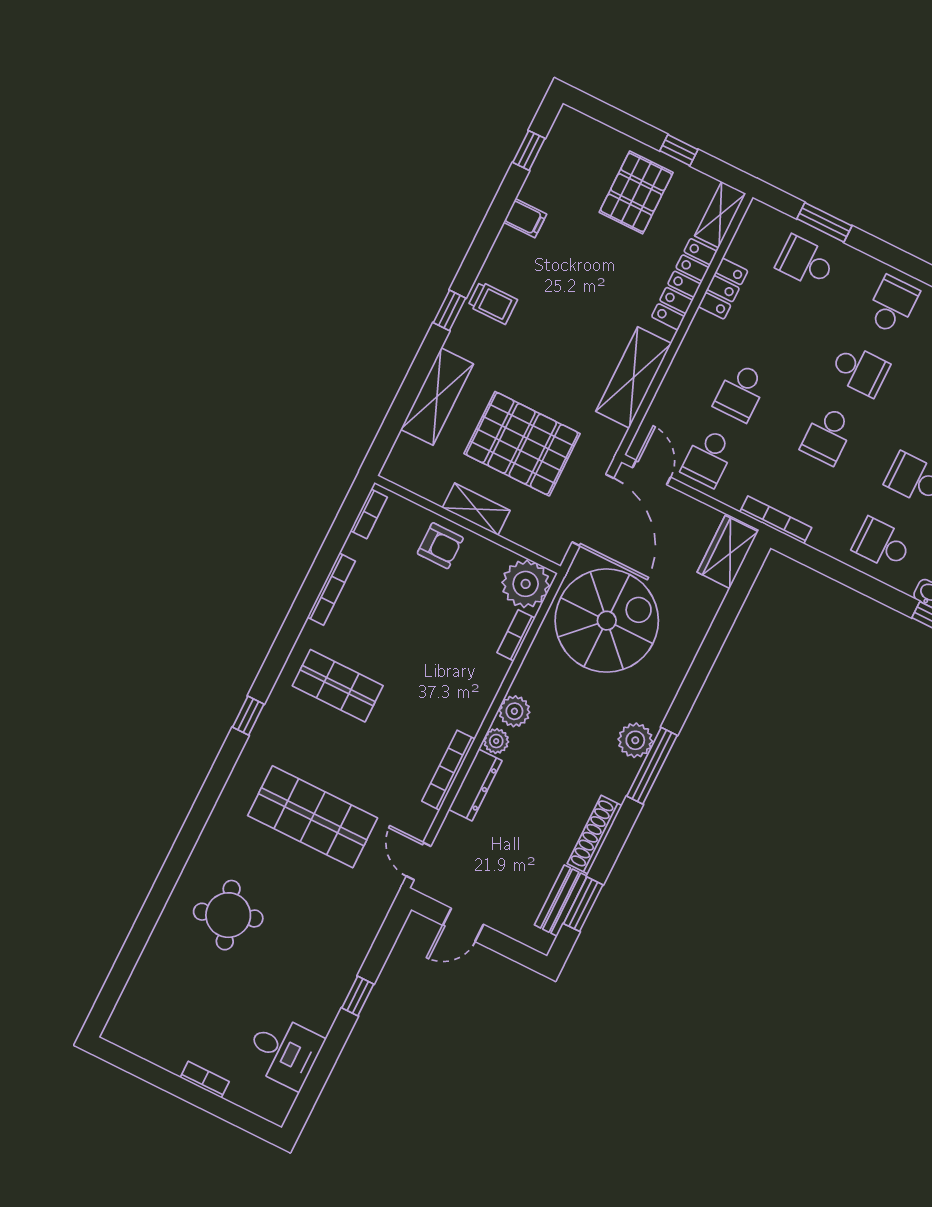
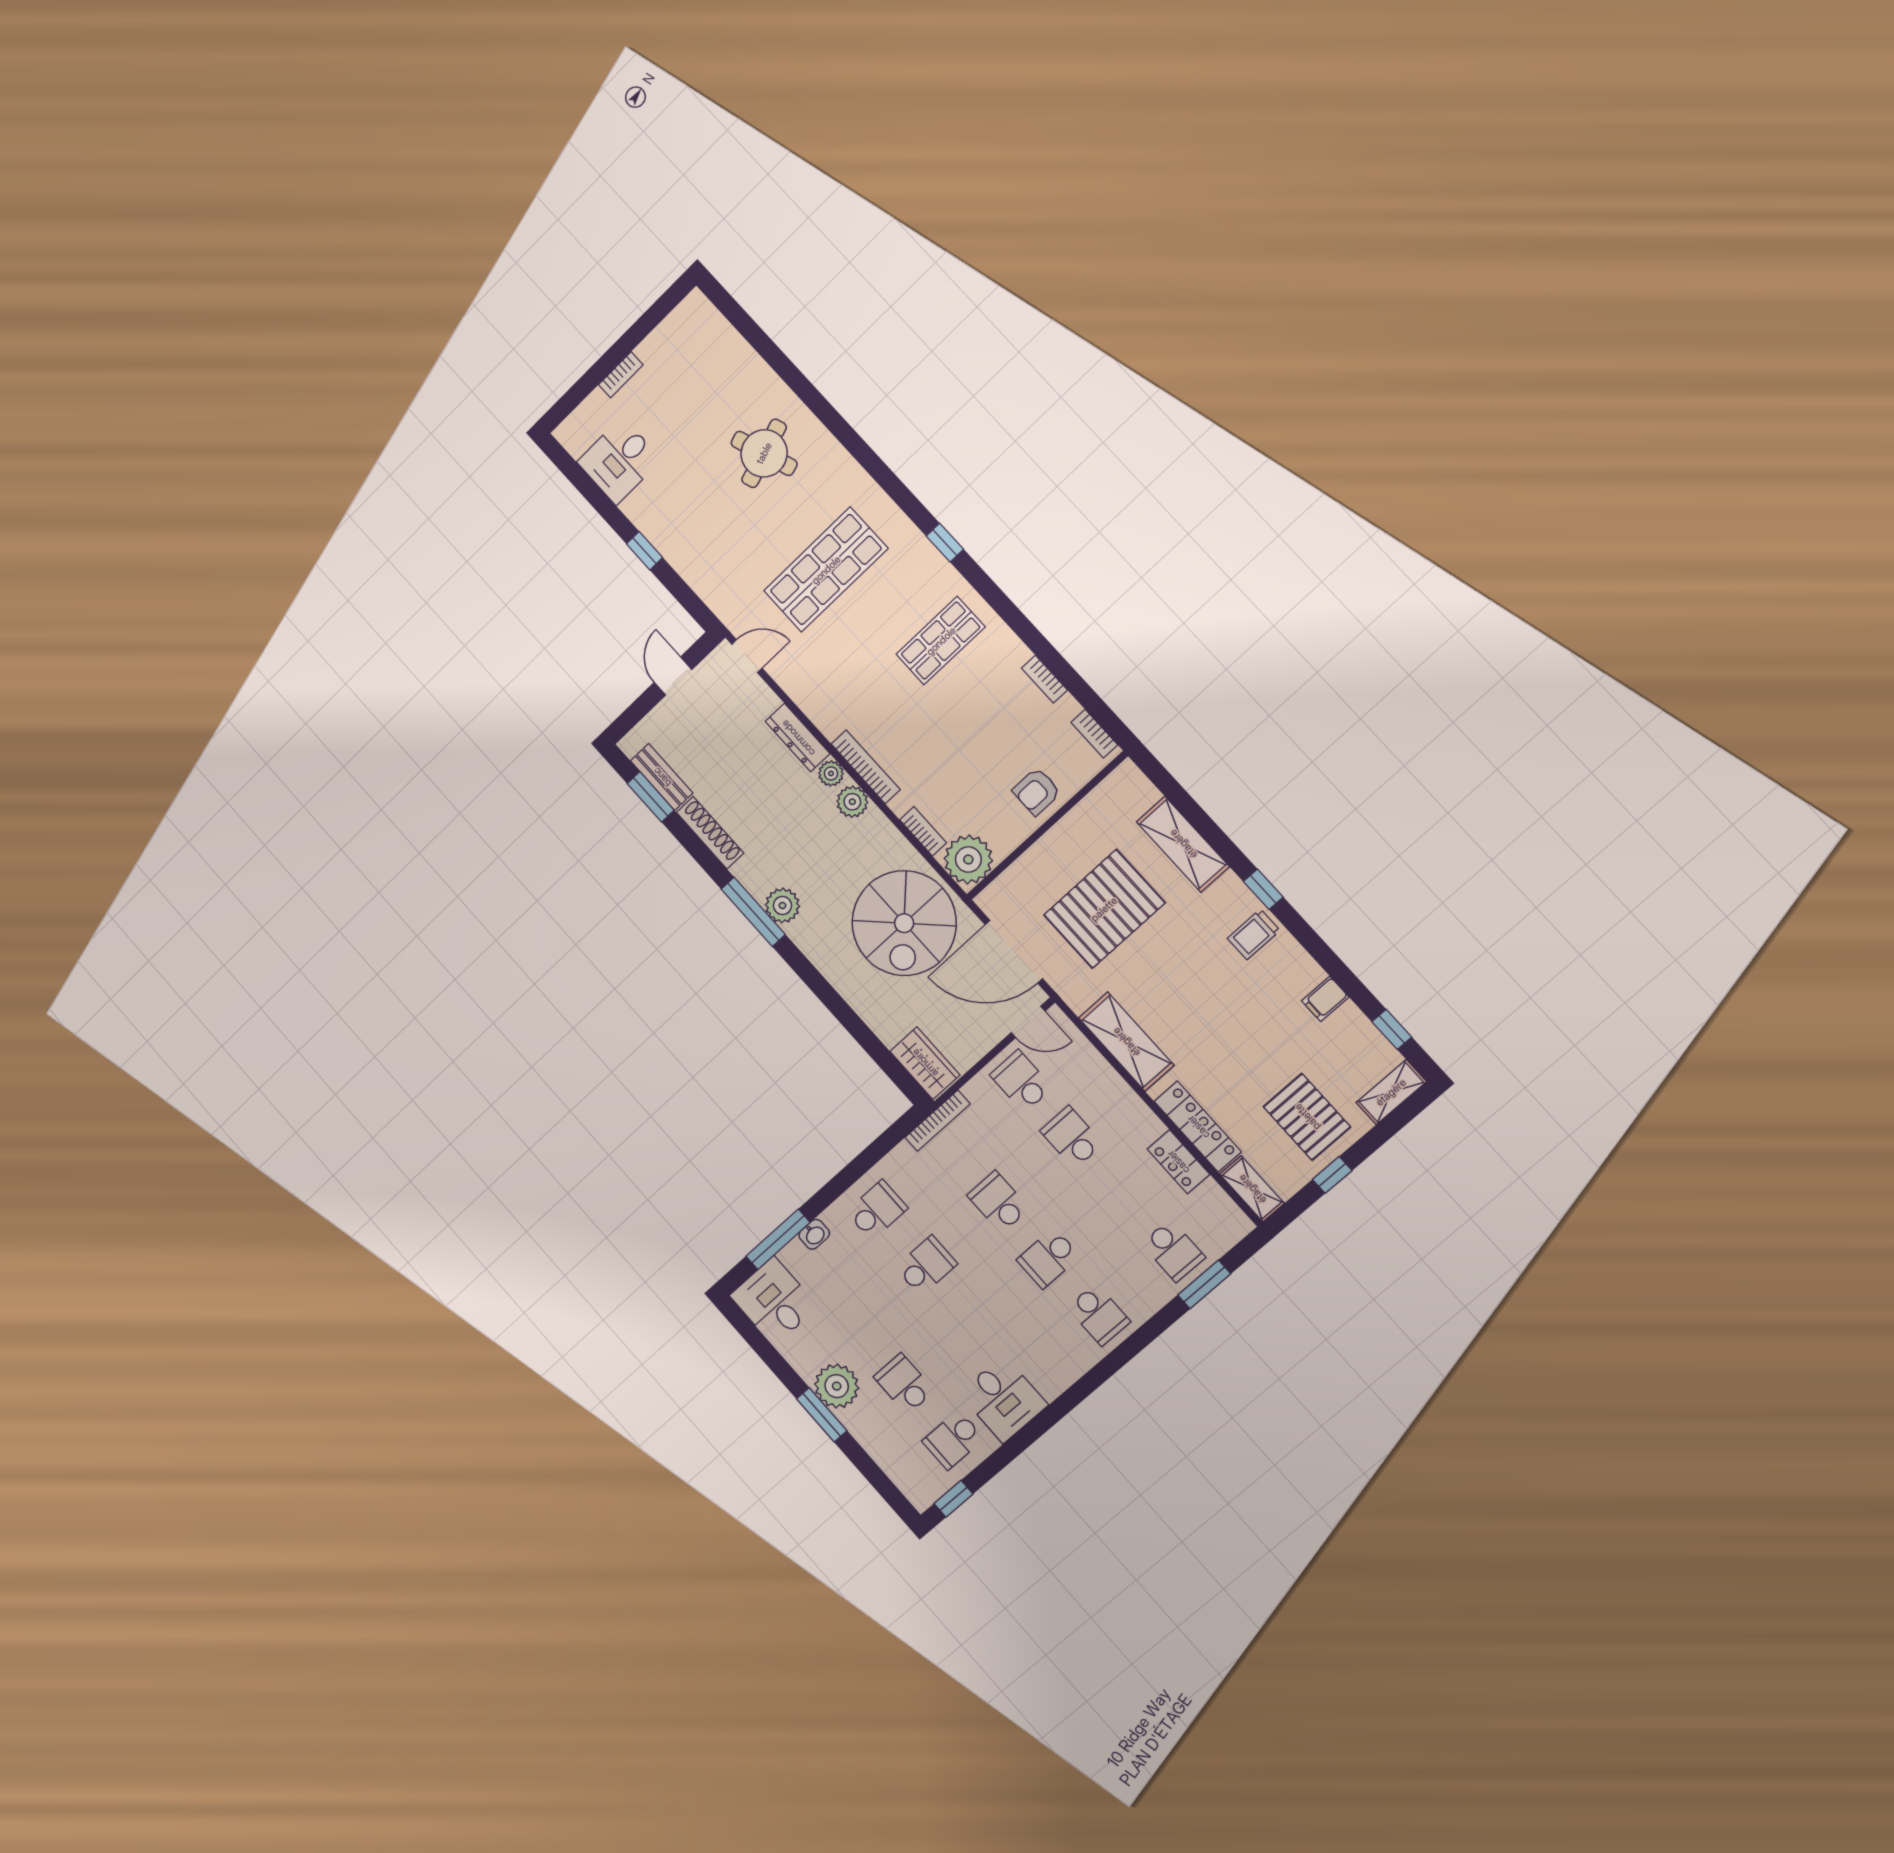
school desk: (805, 262) -> (1173, 1250), turned 90
shelving: (476, 509) -> (1391, 1092), moved
bookcase: (331, 589) -> (1044, 679), width x0.64
bookcase: (448, 770) -> (866, 767), moved

